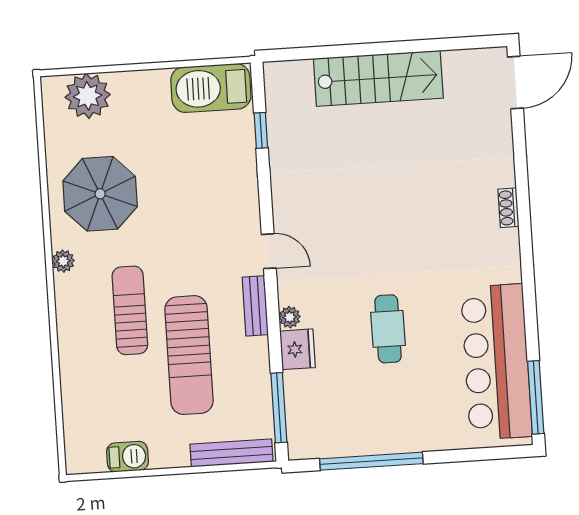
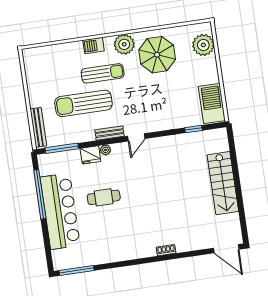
plant: (63, 261) -> (124, 44), width x1.87, depth x1.87
bar counter: (496, 362) -> (60, 211), moved, turned 90
barbecue: (127, 457) -> (94, 46), moved, turned 90

